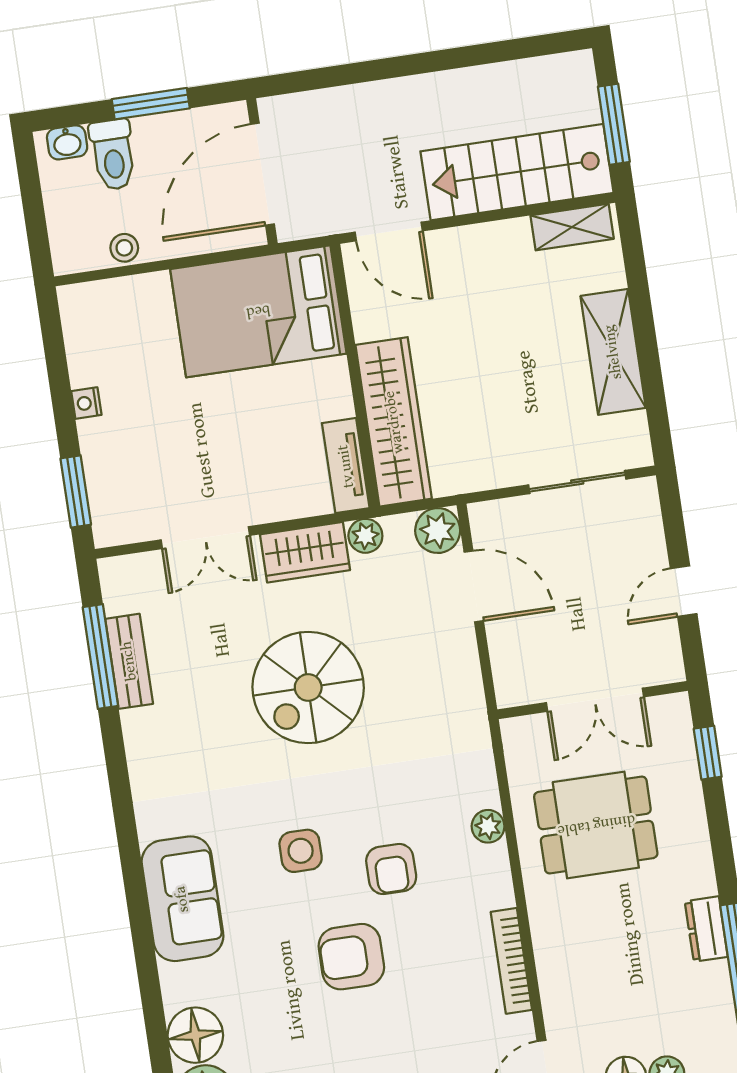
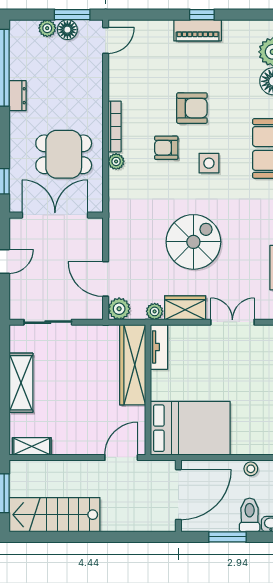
stairs: (517, 172) -> (55, 515), moved, turned 180
door: (389, 232) -> (121, 457), hinge flipped
double door: (595, 700) -> (55, 215), width x1.37
armchair: (391, 869) -> (166, 148), turned -90
bookcase: (511, 961) -> (115, 126), moved

